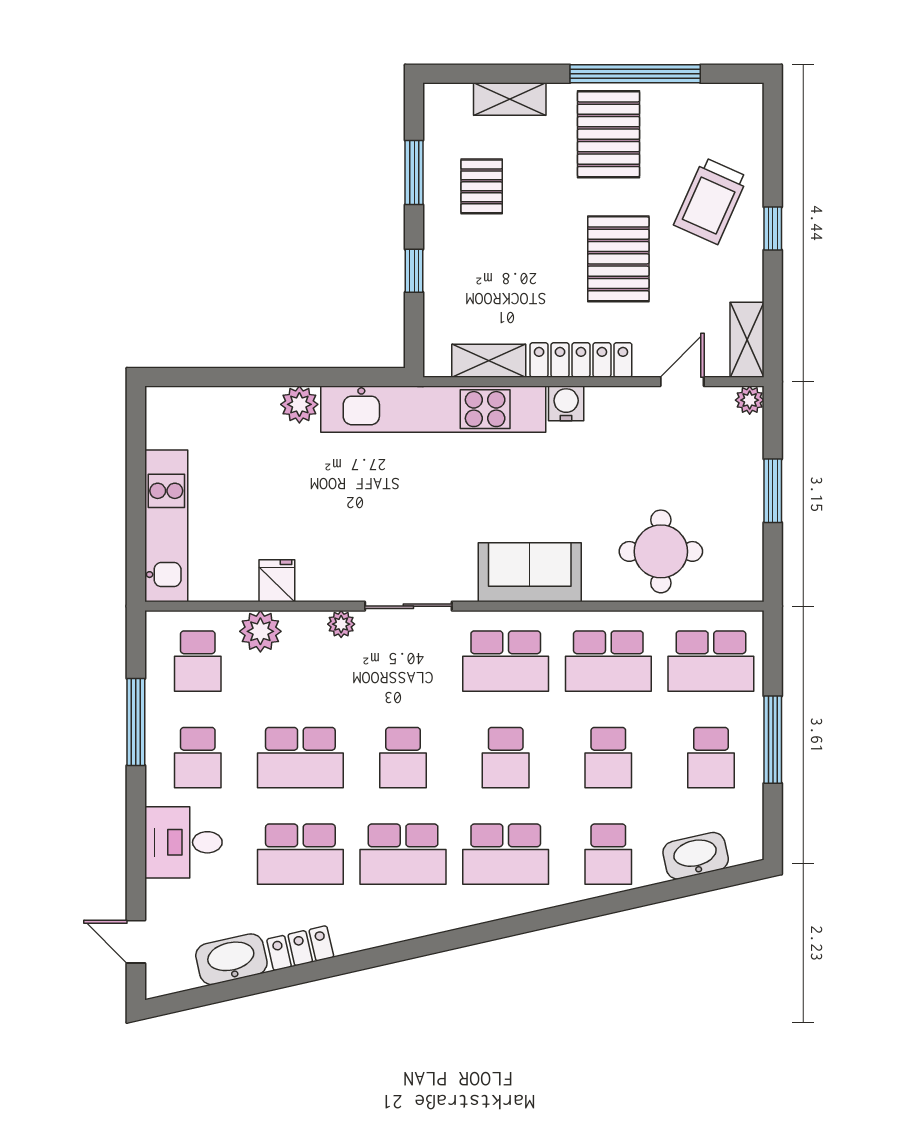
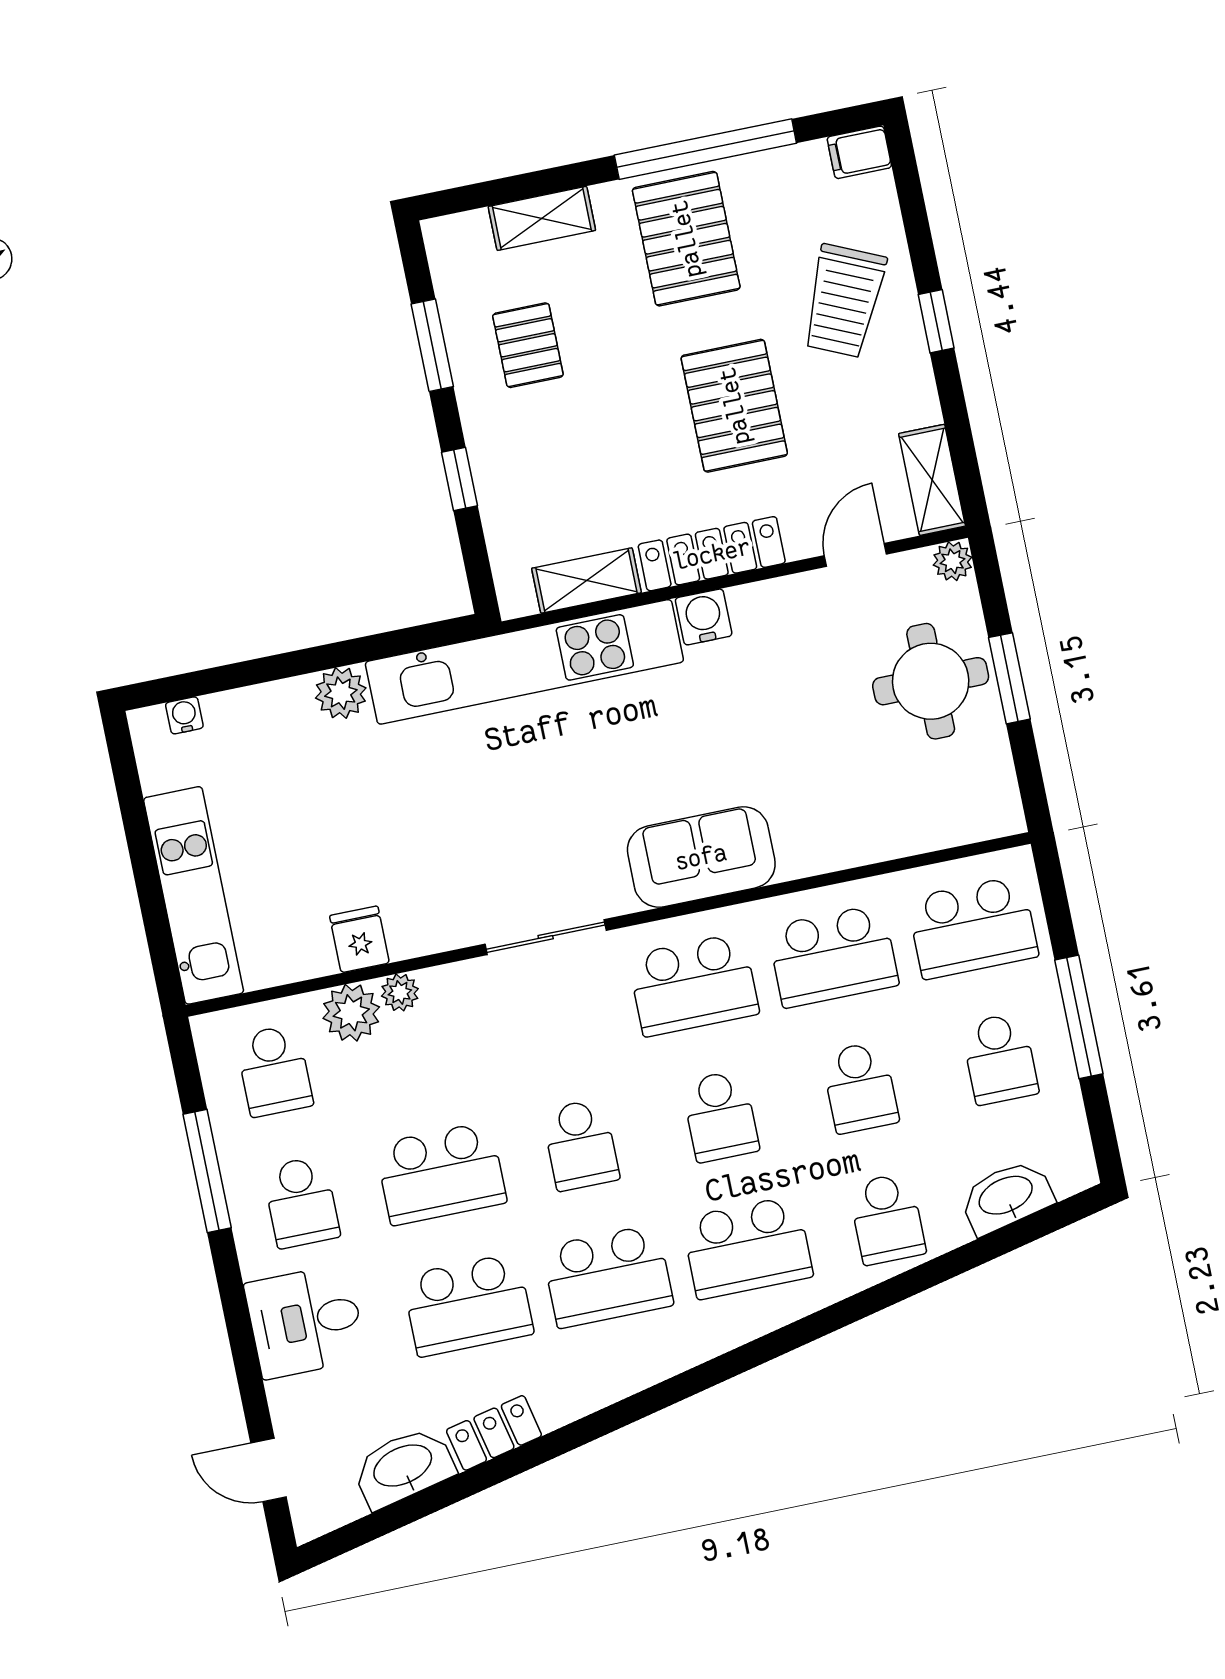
filing cabinet: (743, 98) -> (859, 152), added
water cooler: (186, 398) -> (184, 715), added
round table: (661, 551) -> (931, 681), moved
plant: (341, 624) -> (400, 992), moved

